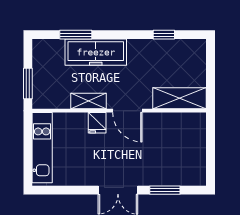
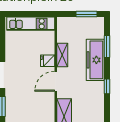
window: (164, 35) -> (107, 86), moved
window: (28, 83) -> (87, 14), moved

